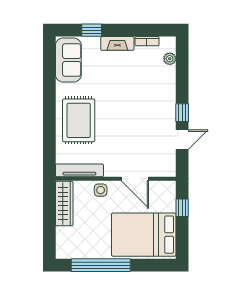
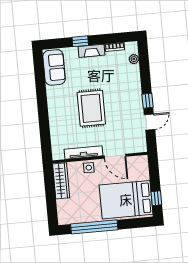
window: (92, 30) -> (80, 41), moved
rug: (79, 120) -> (91, 108), moved
tv unit: (79, 170) -> (83, 152), moved
window: (182, 208) -> (156, 198), moved

